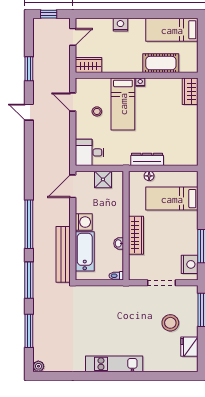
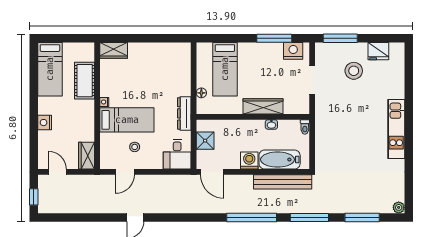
window: (29, 69) -> (90, 217), removed
dresser: (147, 159) -> (184, 113), moved

